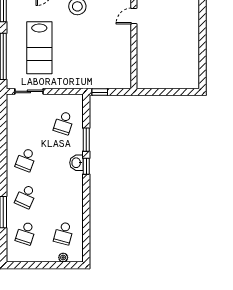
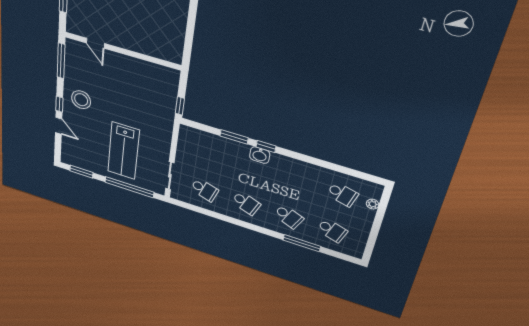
lab bench: (39, 48) -> (123, 151), turned 90
school desk: (64, 123) -> (204, 190), moved

